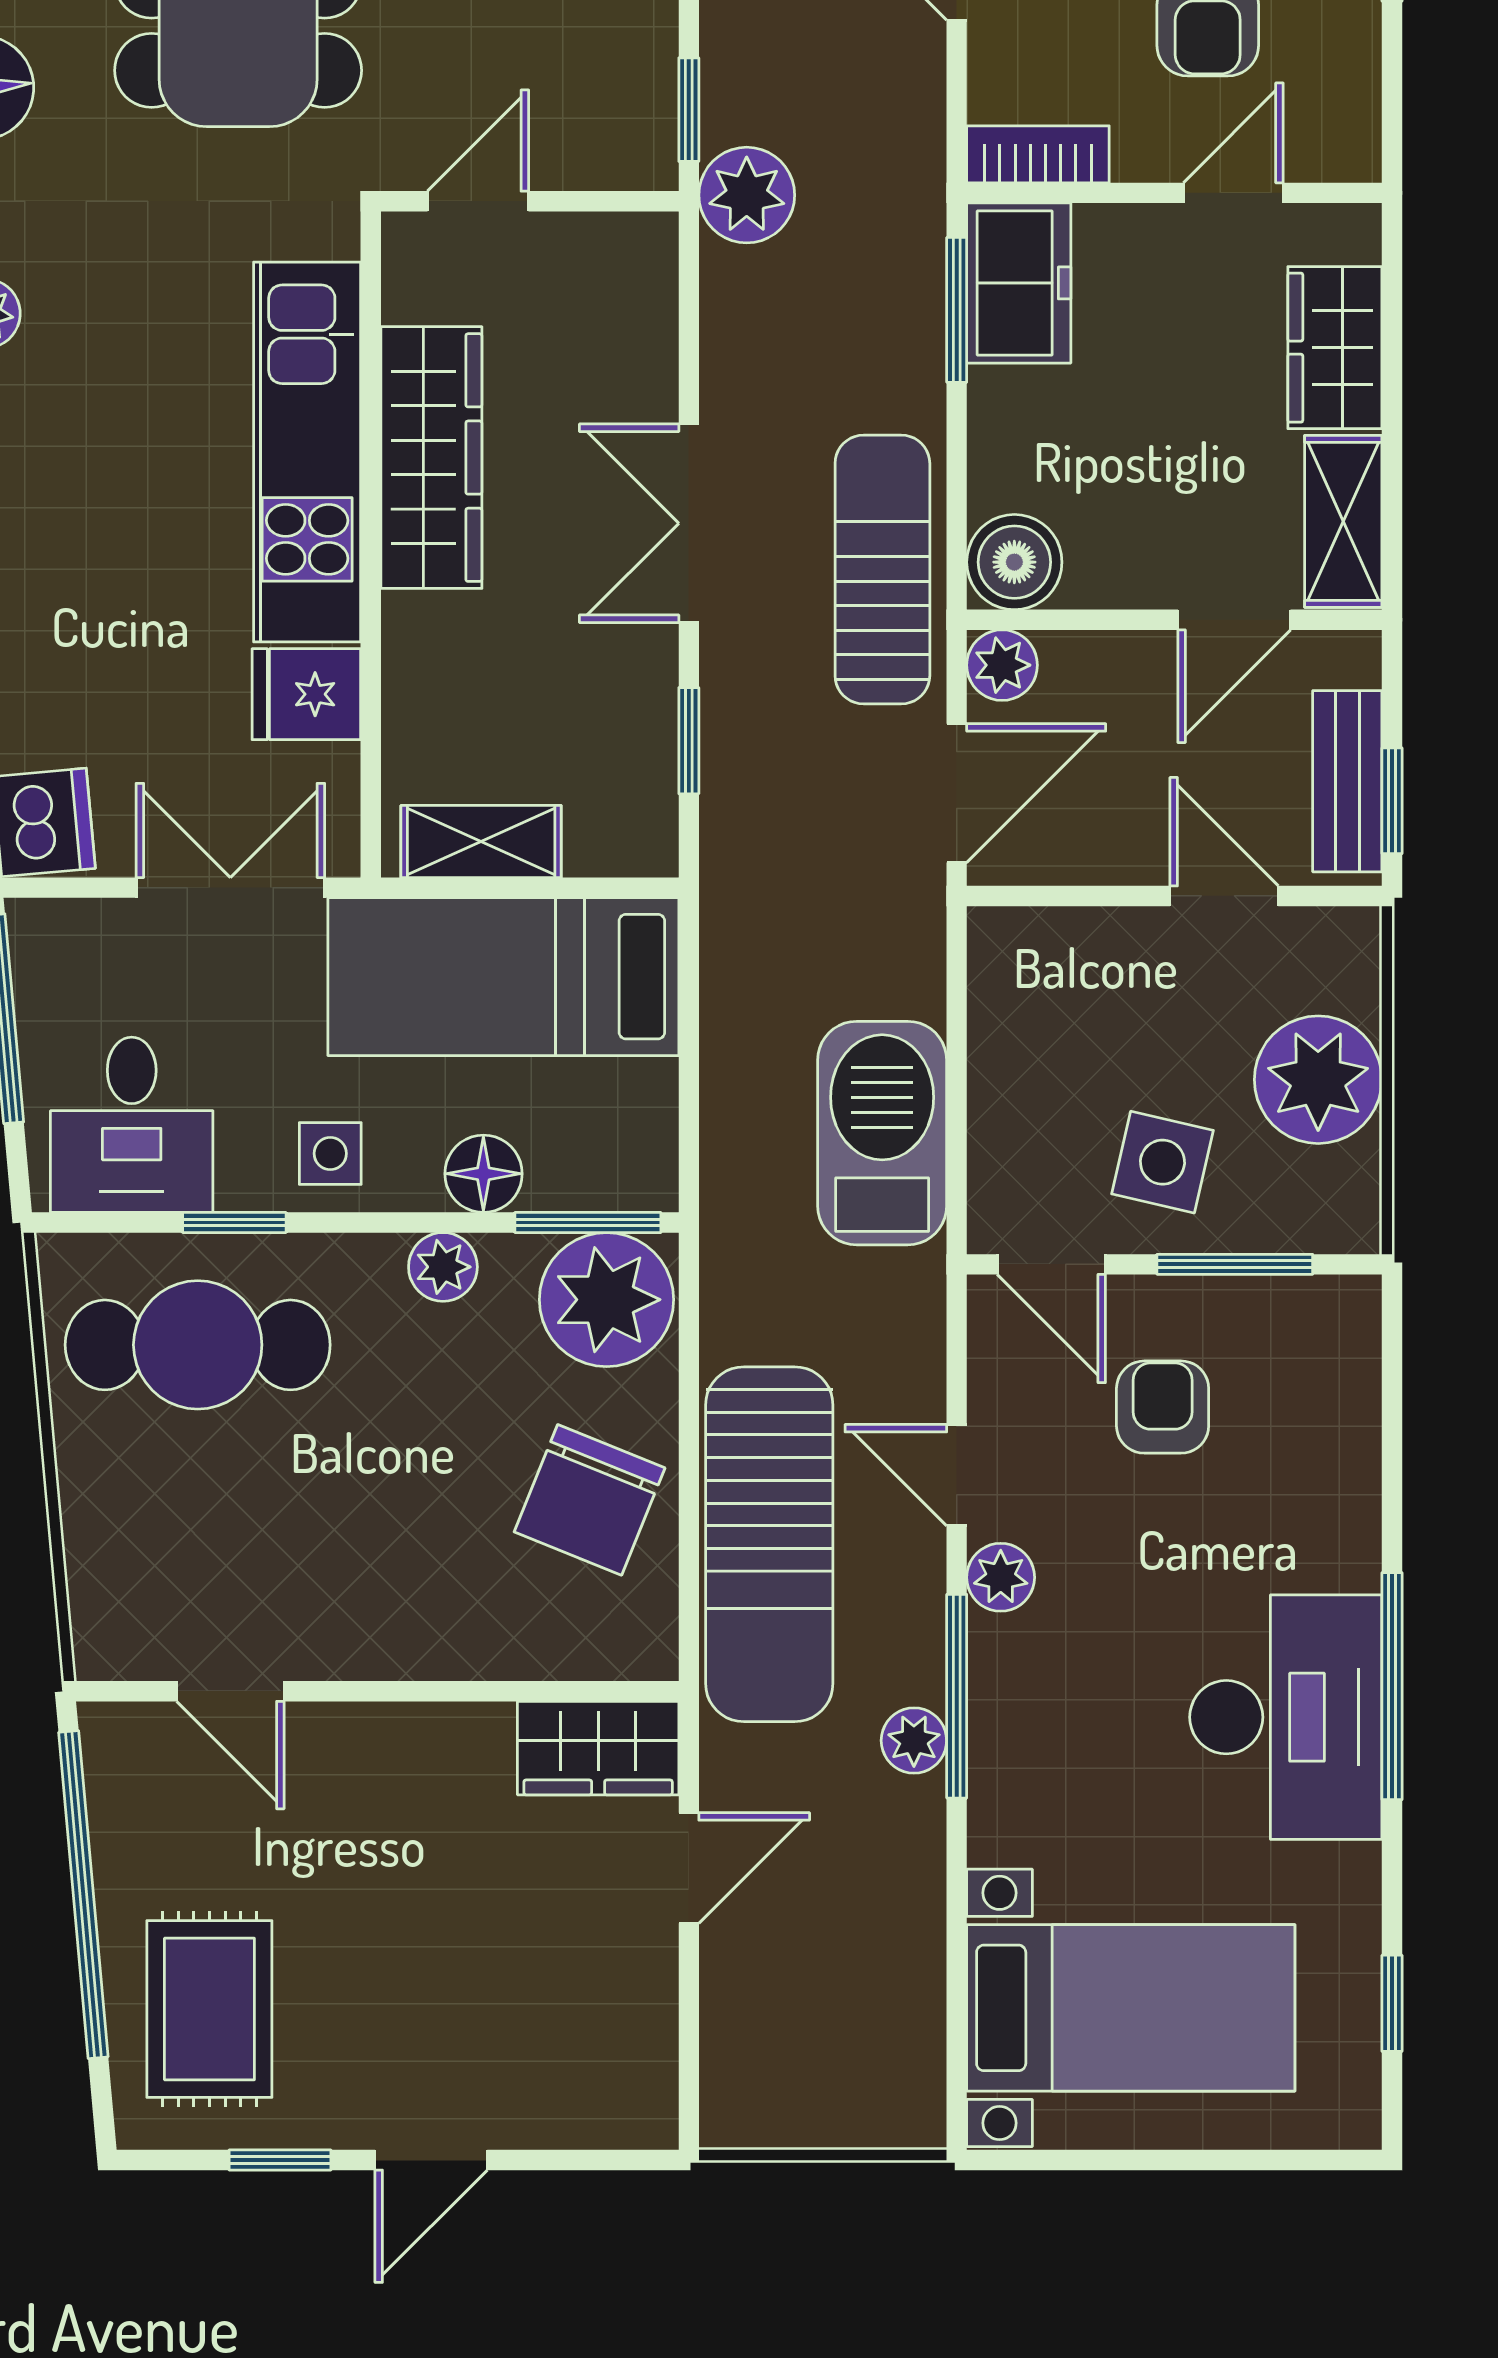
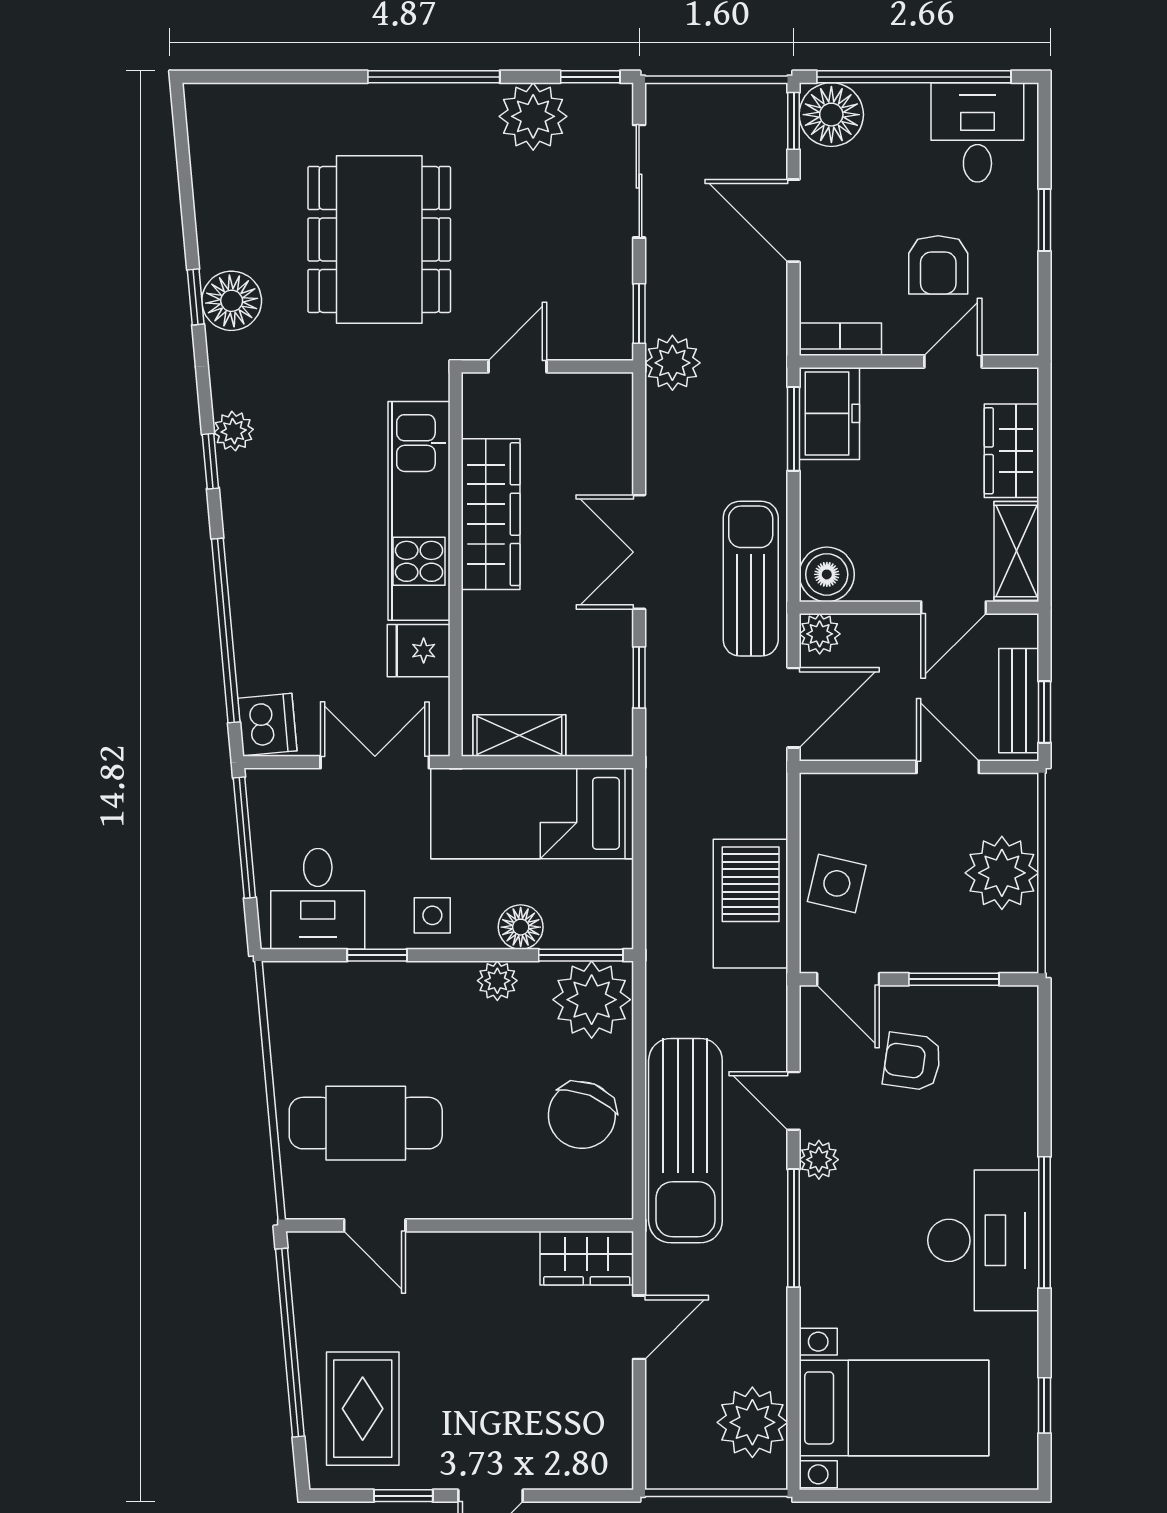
side table: (1162, 1162) -> (837, 883), moved
cafe table: (198, 1345) -> (366, 1123), moved
armchair: (1163, 1407) -> (912, 1062), turned -82
plant: (914, 1741) -> (752, 1422), moved, width x1.88, depth x1.88

